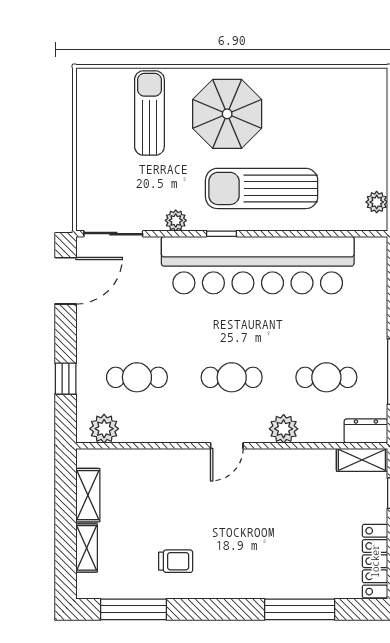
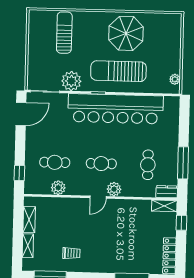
parasol: (227, 114) -> (126, 33), moved
plant: (176, 220) -> (71, 81), width x1.87, depth x1.87
cafe table: (326, 377) -> (148, 165), turned 90
window: (66, 379) -> (19, 173), moved
plant: (104, 429) -> (58, 188), moved
plant: (284, 429) -> (114, 189), moved

